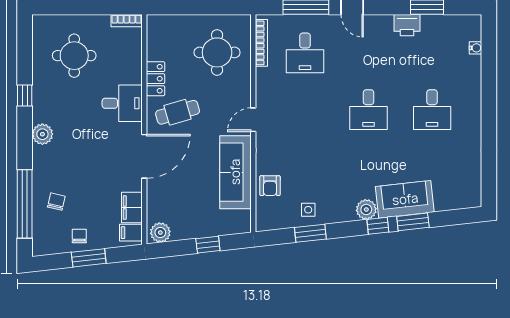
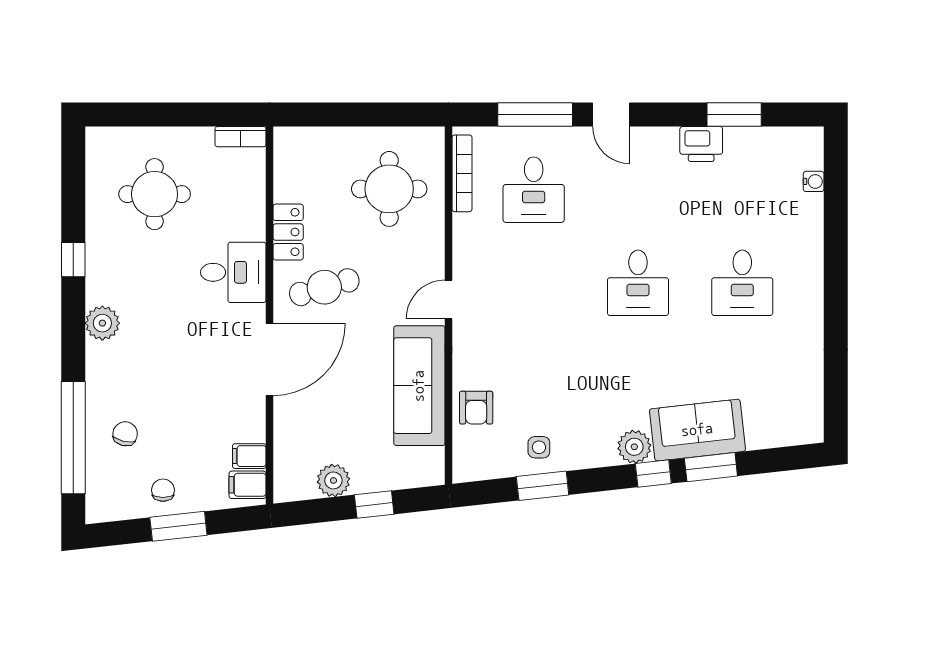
filing cabinet: (132, 207) -> (249, 456), width x0.50
plant: (160, 233) -> (333, 480), moved

